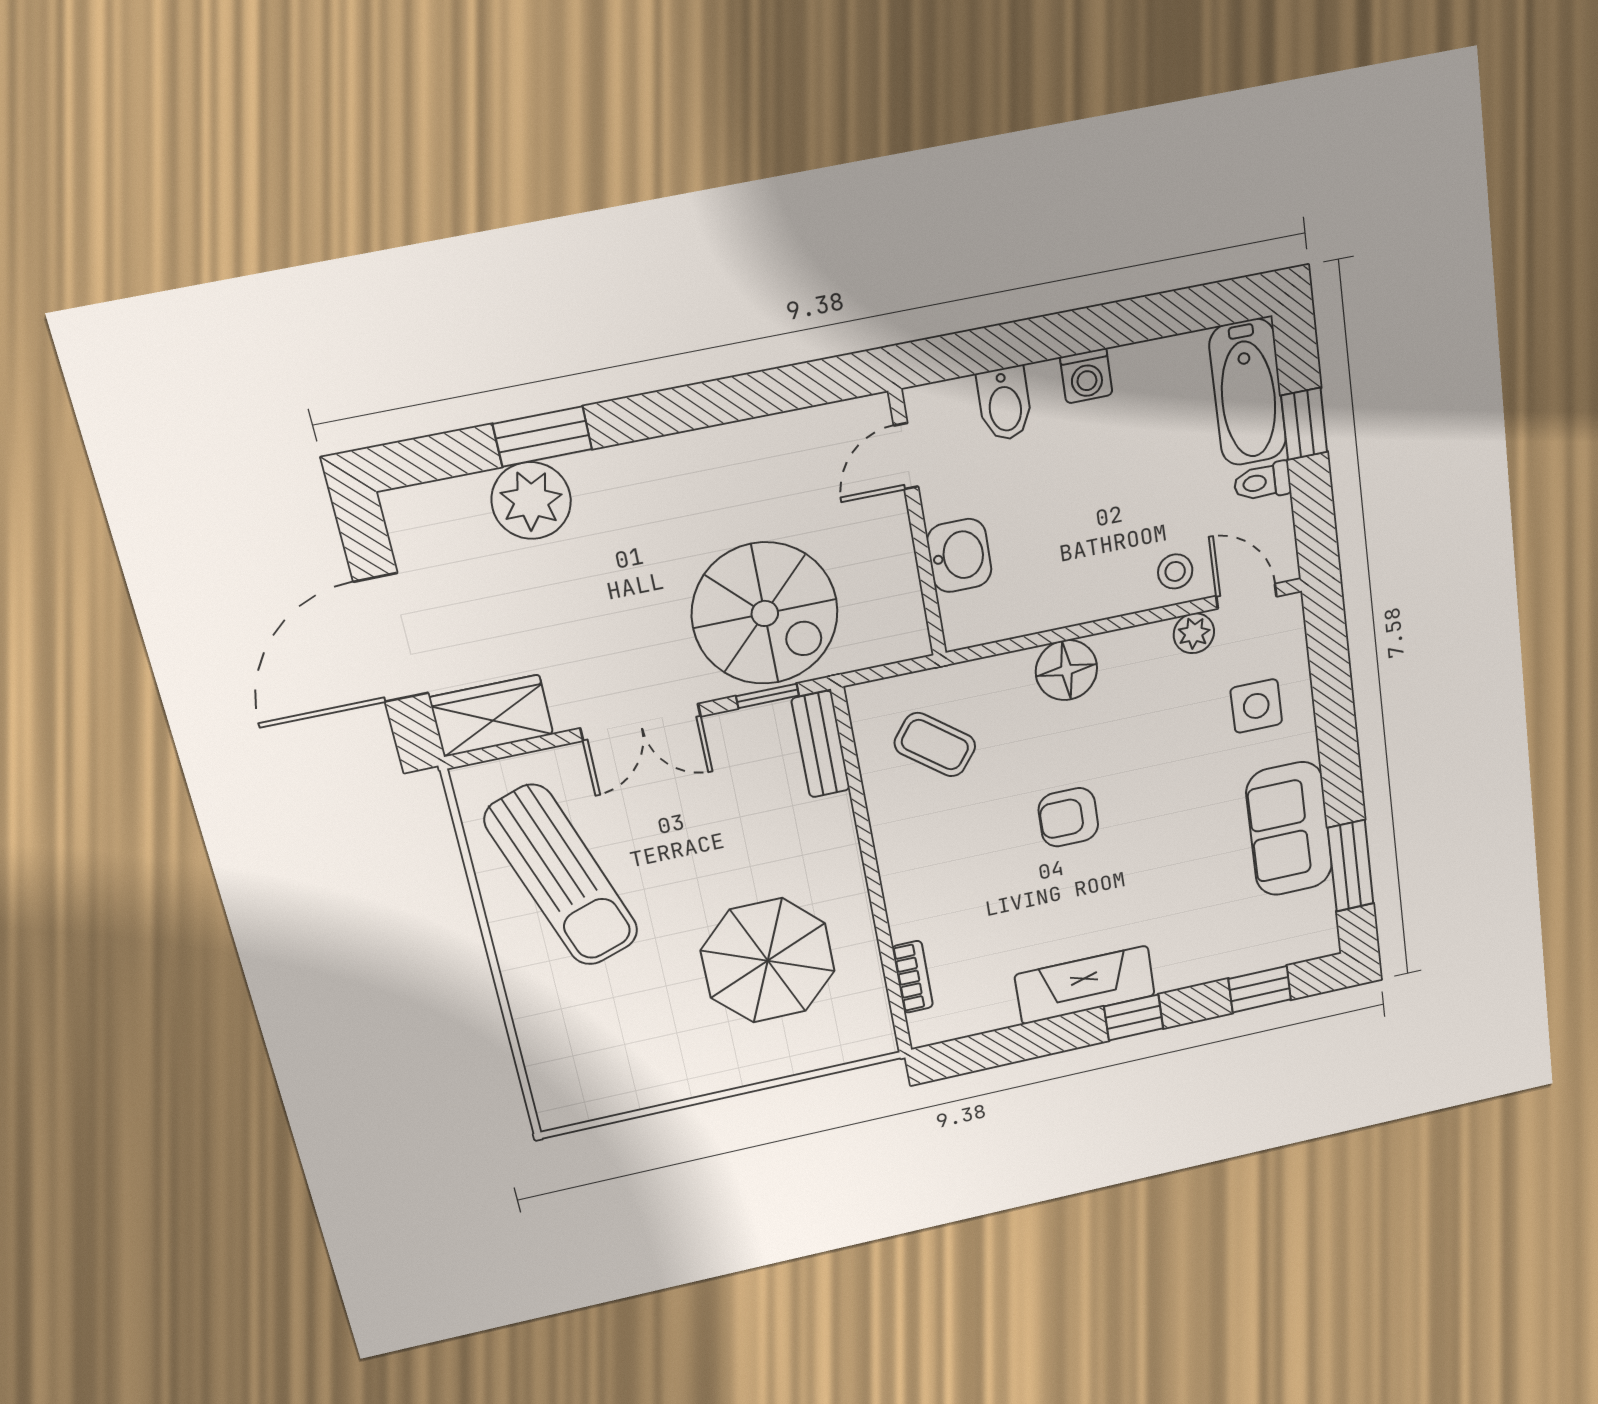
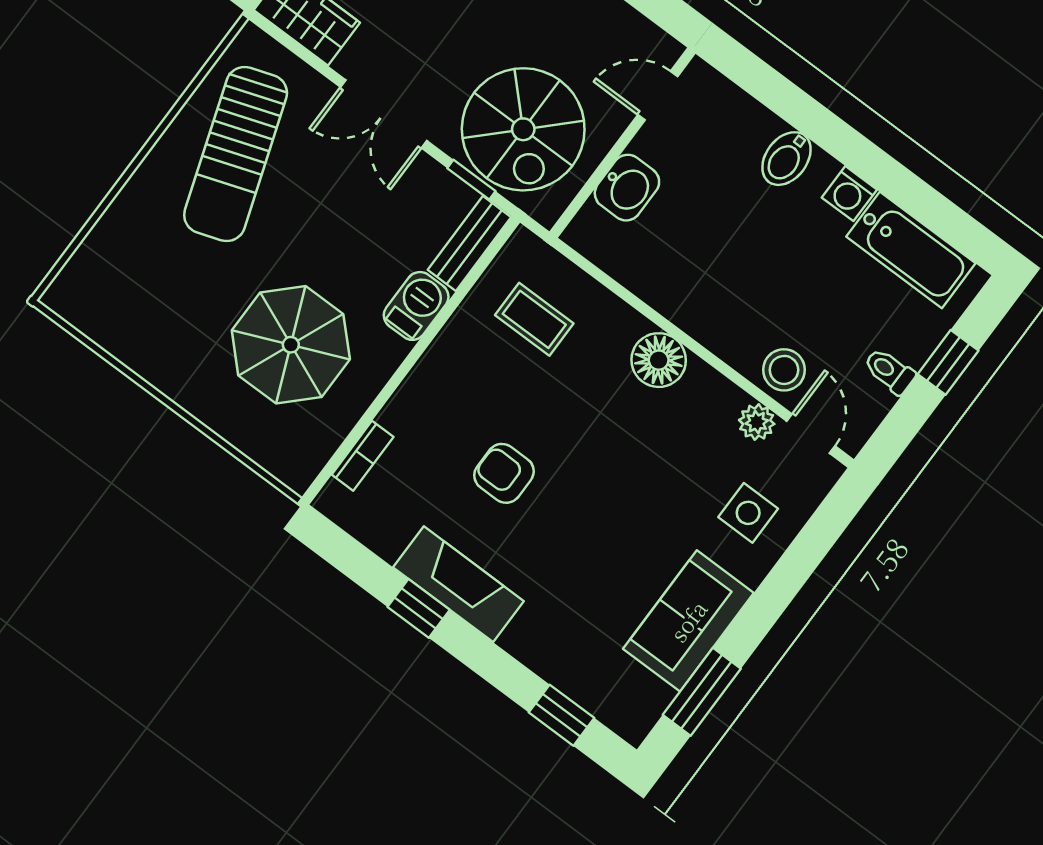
bathtub: (1248, 392) -> (911, 250), moved, turned -90
door: (906, 456) -> (658, 96), moved
wall: (918, 525) -> (623, 143), moved
washbasin: (959, 556) -> (627, 188), moved
stool: (1175, 571) -> (784, 370), width x1.37, depth x1.37
coffee table: (935, 745) -> (534, 319), turned -38
armchair: (1068, 817) -> (504, 473), moved
barbecue: (832, 833) -> (416, 306), added
window: (1134, 1018) -> (419, 608), moved

